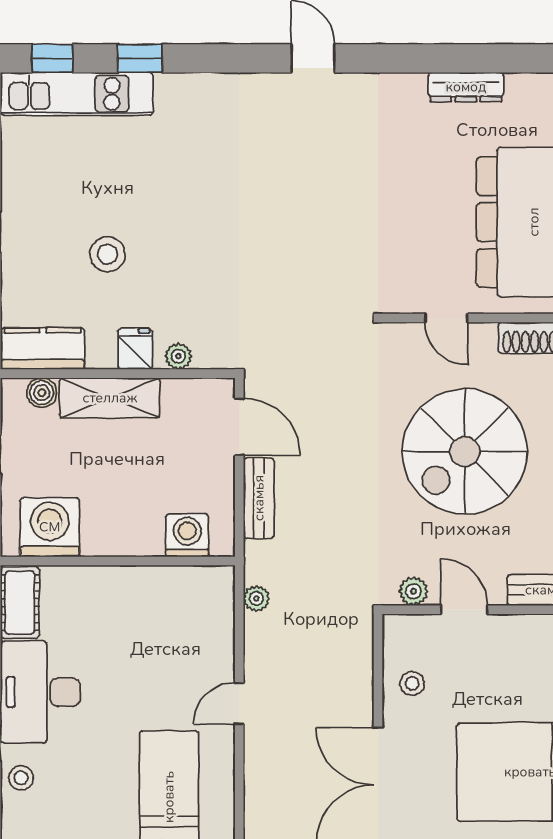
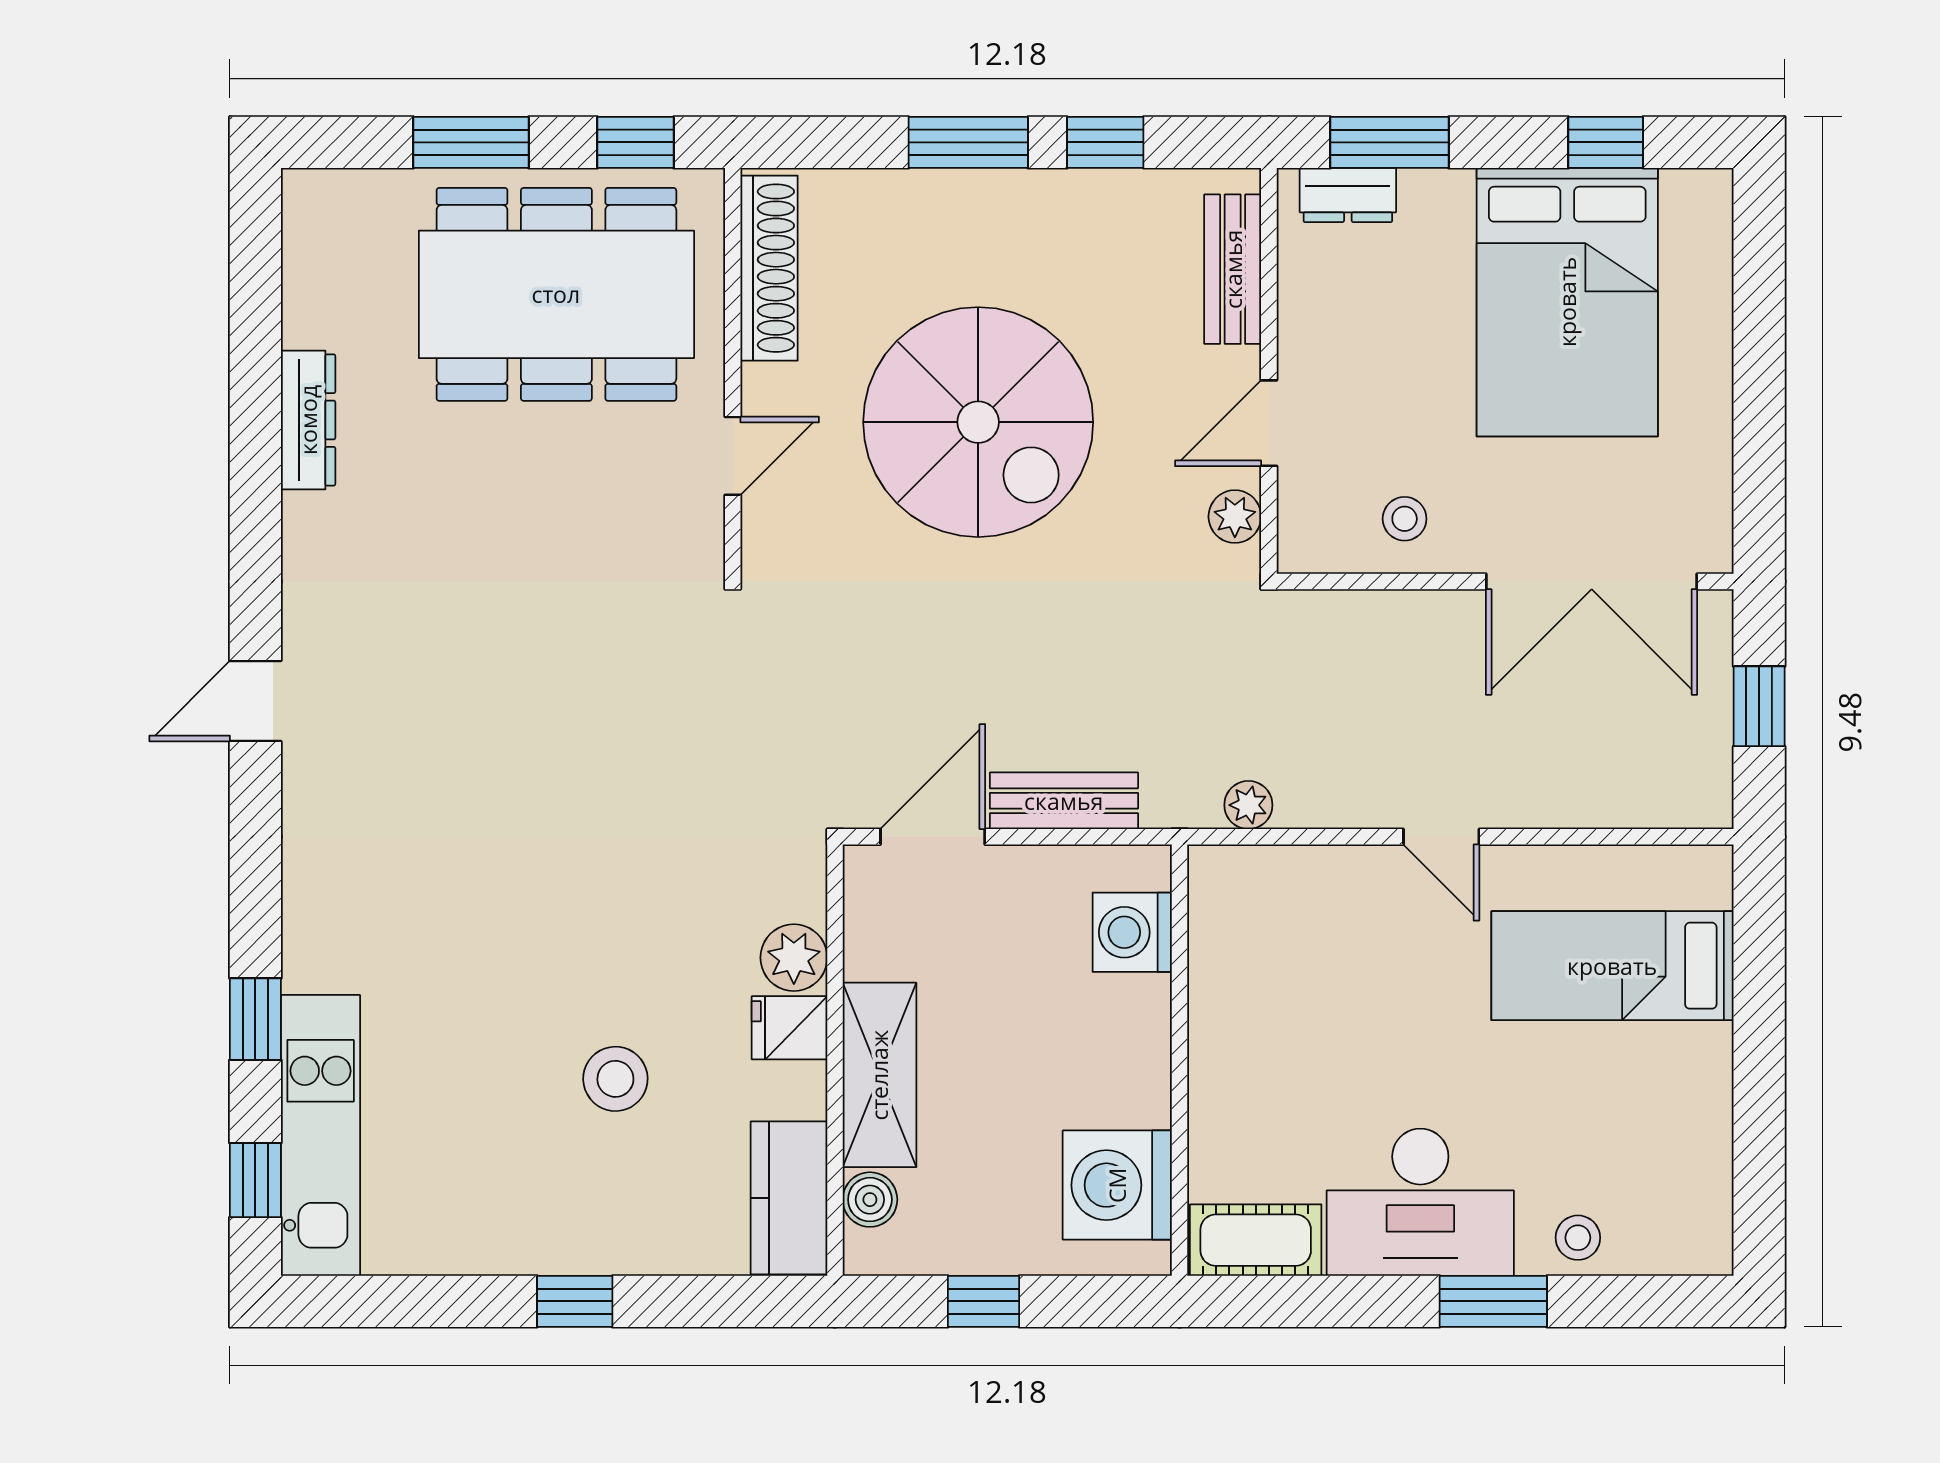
plant: (178, 356) -> (794, 958), width x1.38, depth x1.38

